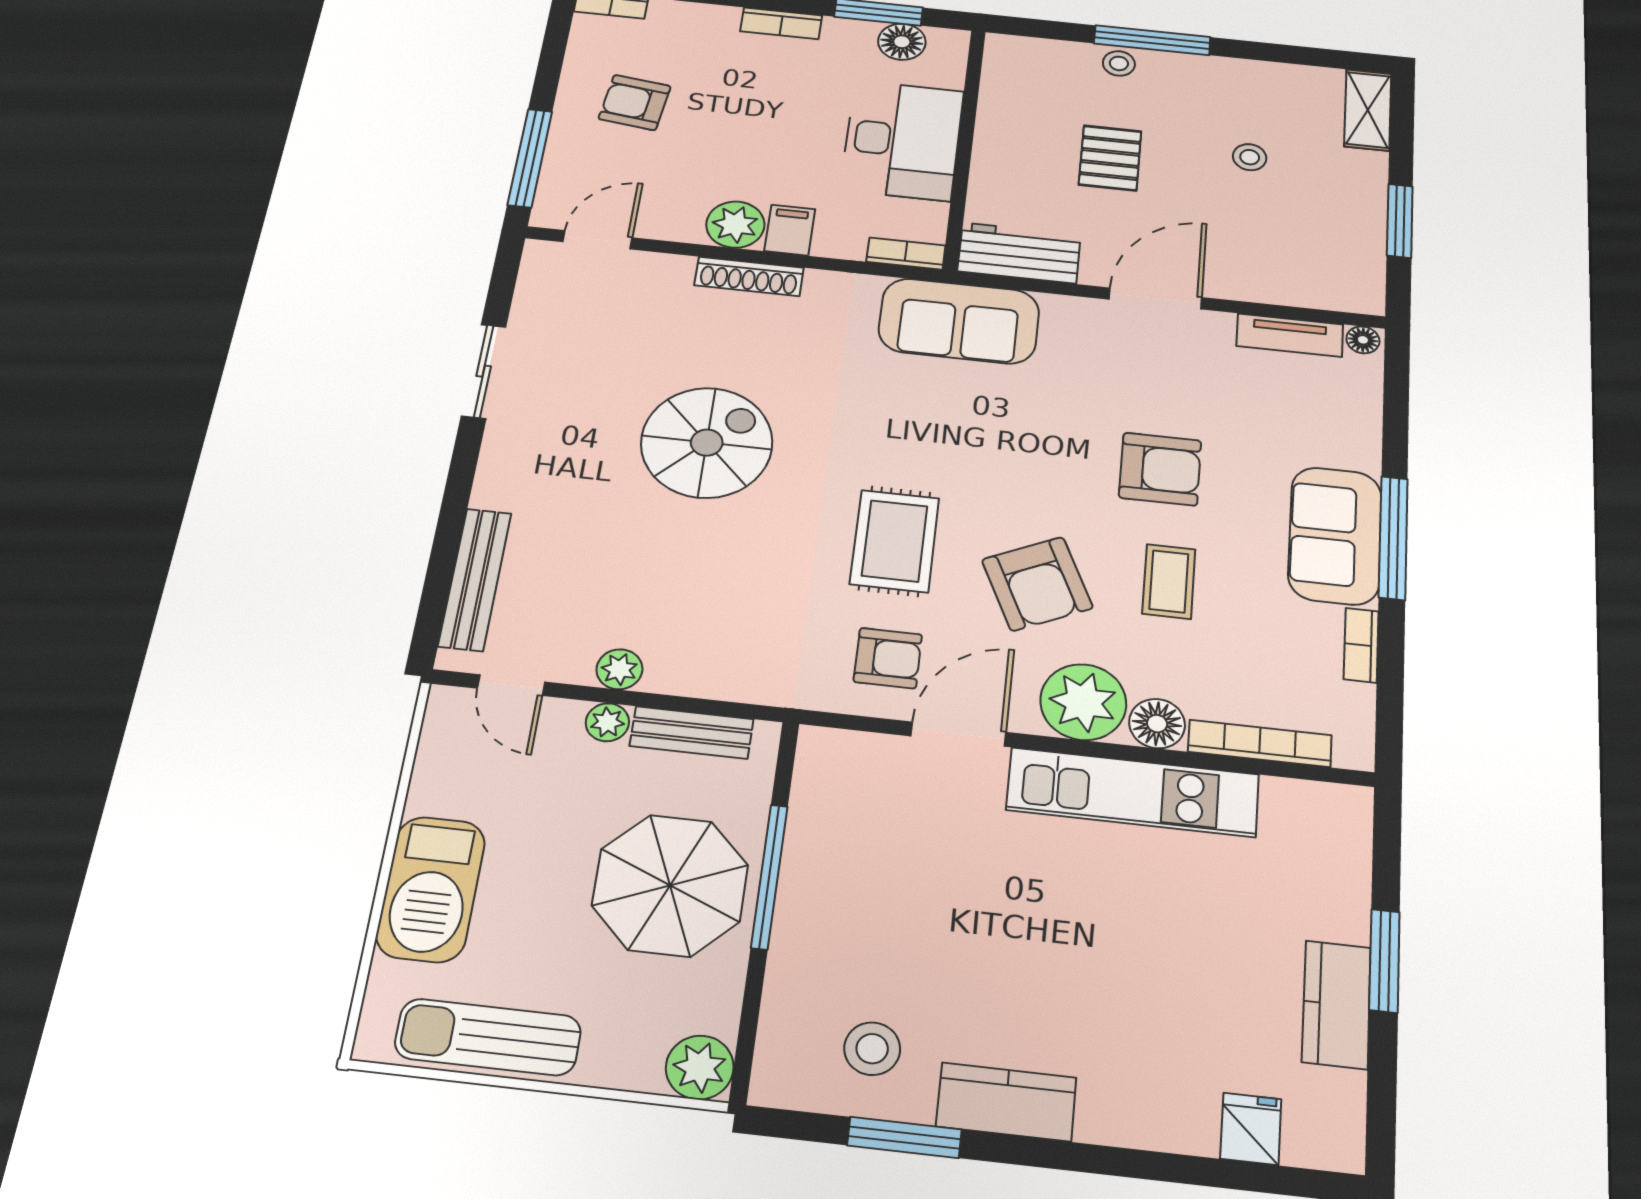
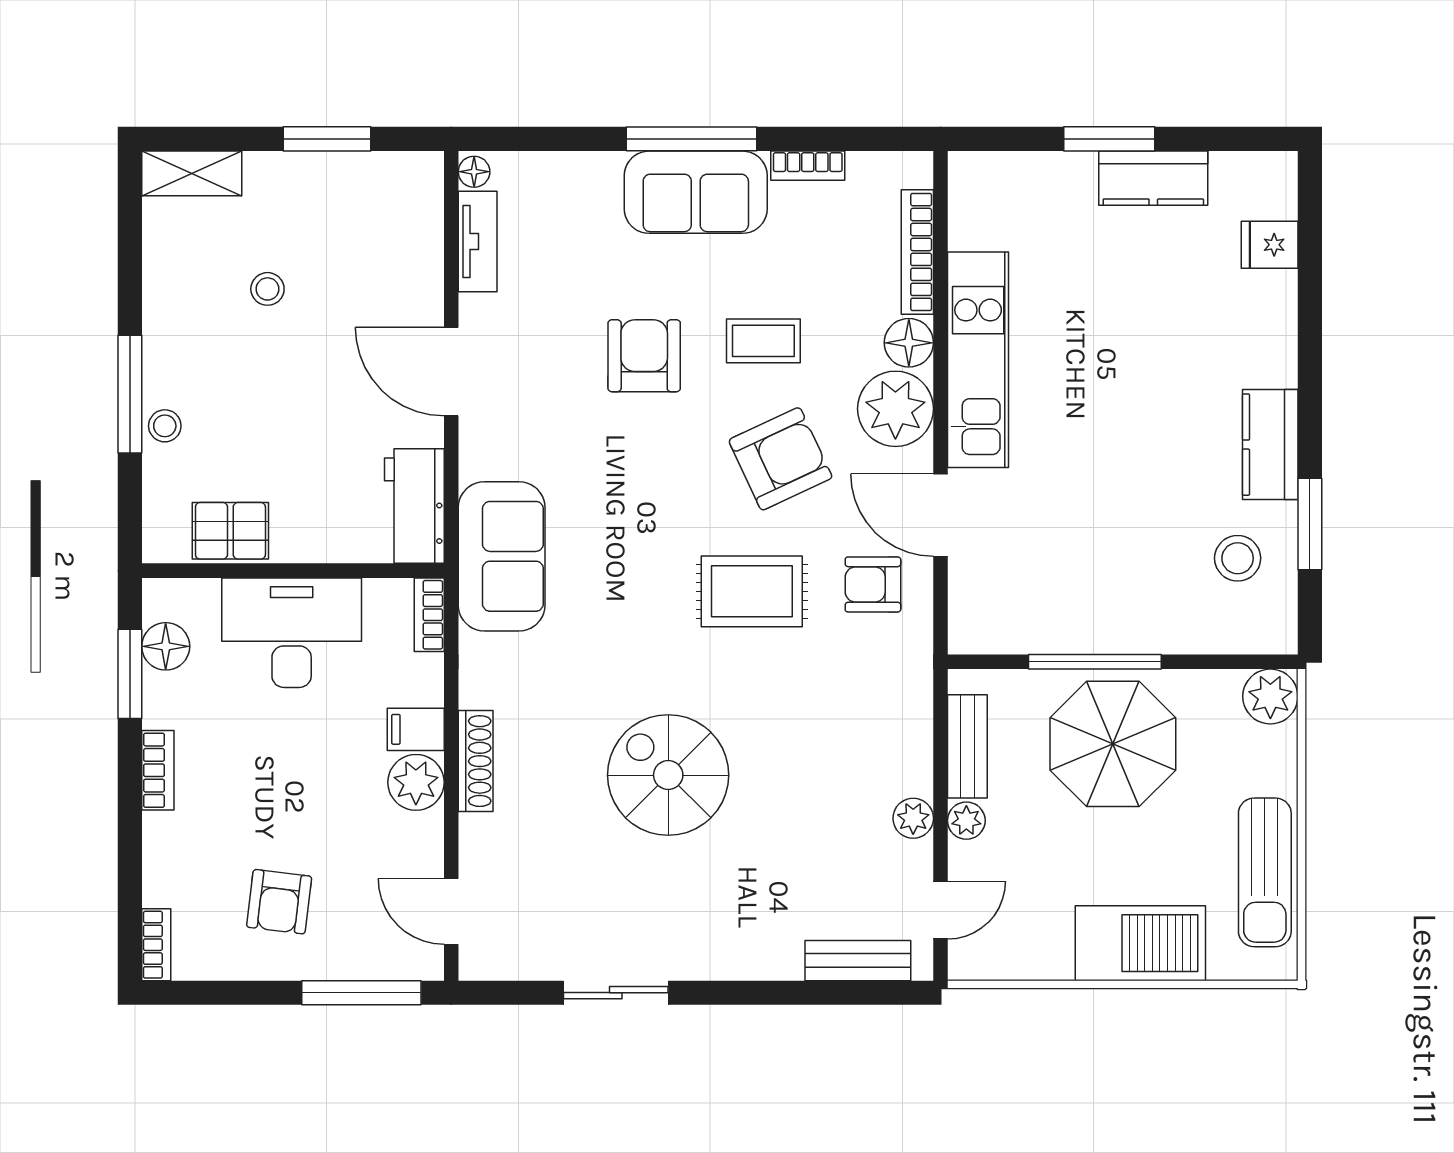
pallet: (1110, 158) -> (230, 531), moved
bench: (475, 579) -> (858, 961), width x0.73
armchair: (888, 658) -> (873, 584), turned -90

